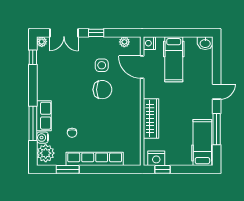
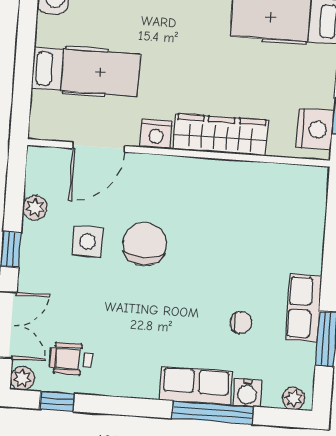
plant: (124, 42) -> (35, 208), moved
nightstand: (149, 43) -> (156, 134), moved
wheelchair: (51, 62) -> (71, 359), added
plant: (46, 153) -> (293, 398), width x0.53, depth x0.53
row of seats: (95, 159) -> (304, 308), width x0.50

